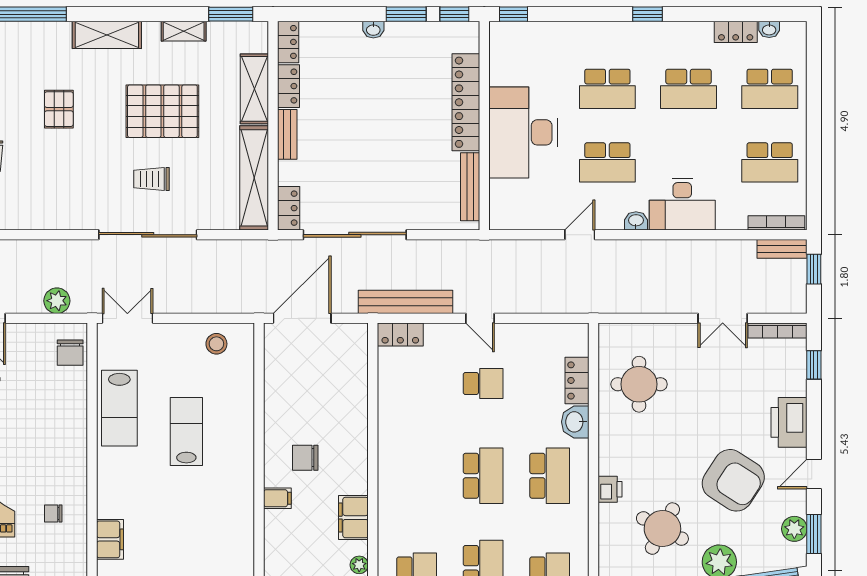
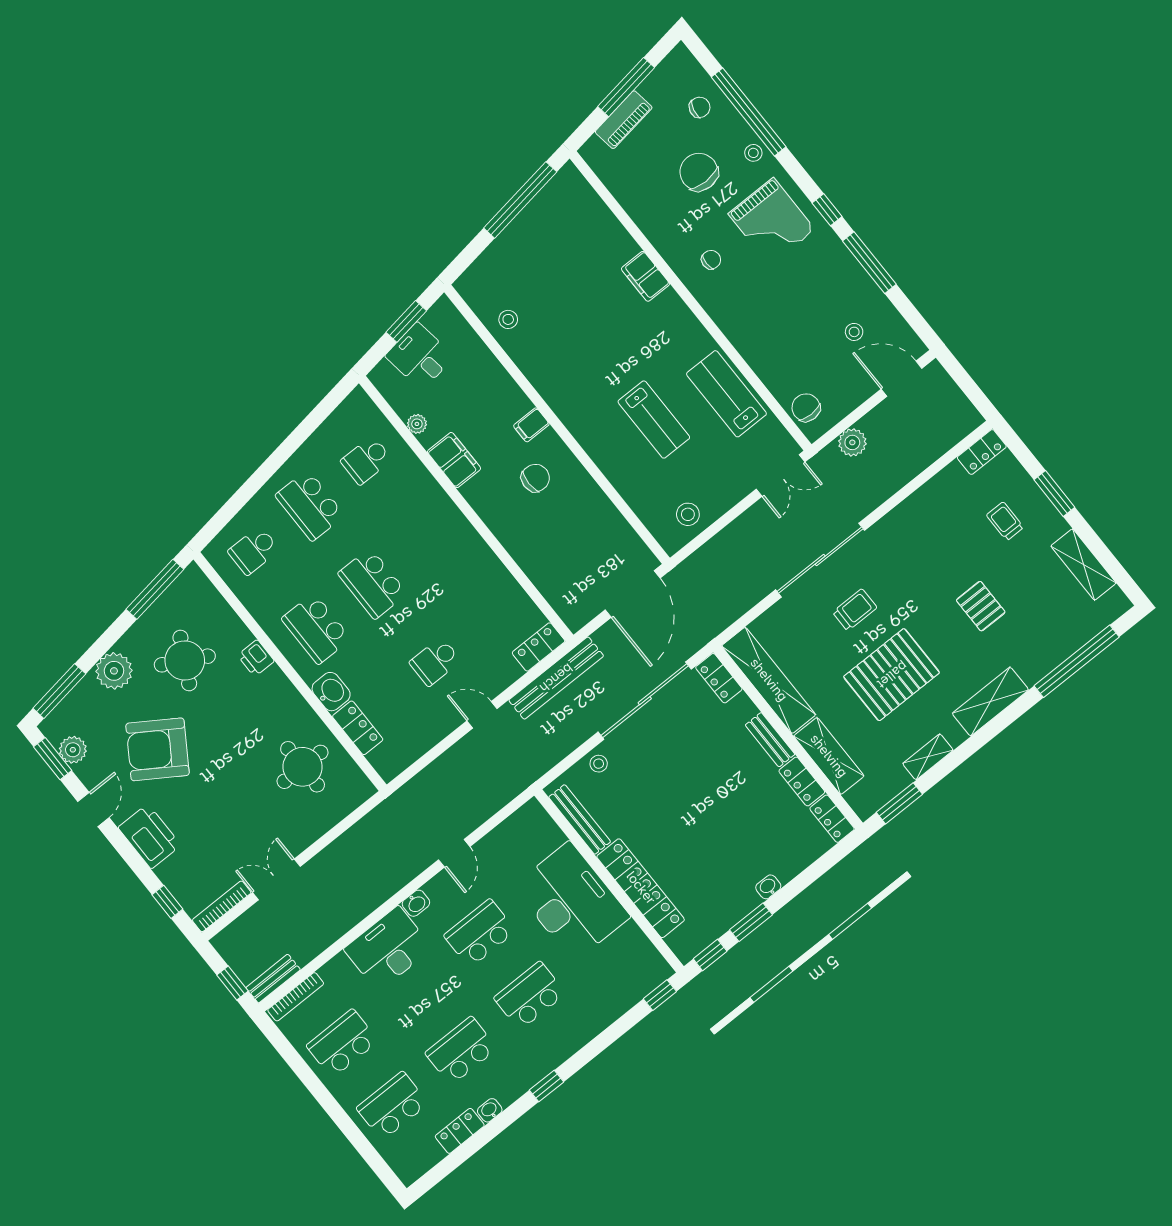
washbasin: (769, 29) -> (490, 1110), moved
stool: (424, 216) -> (599, 764), added

